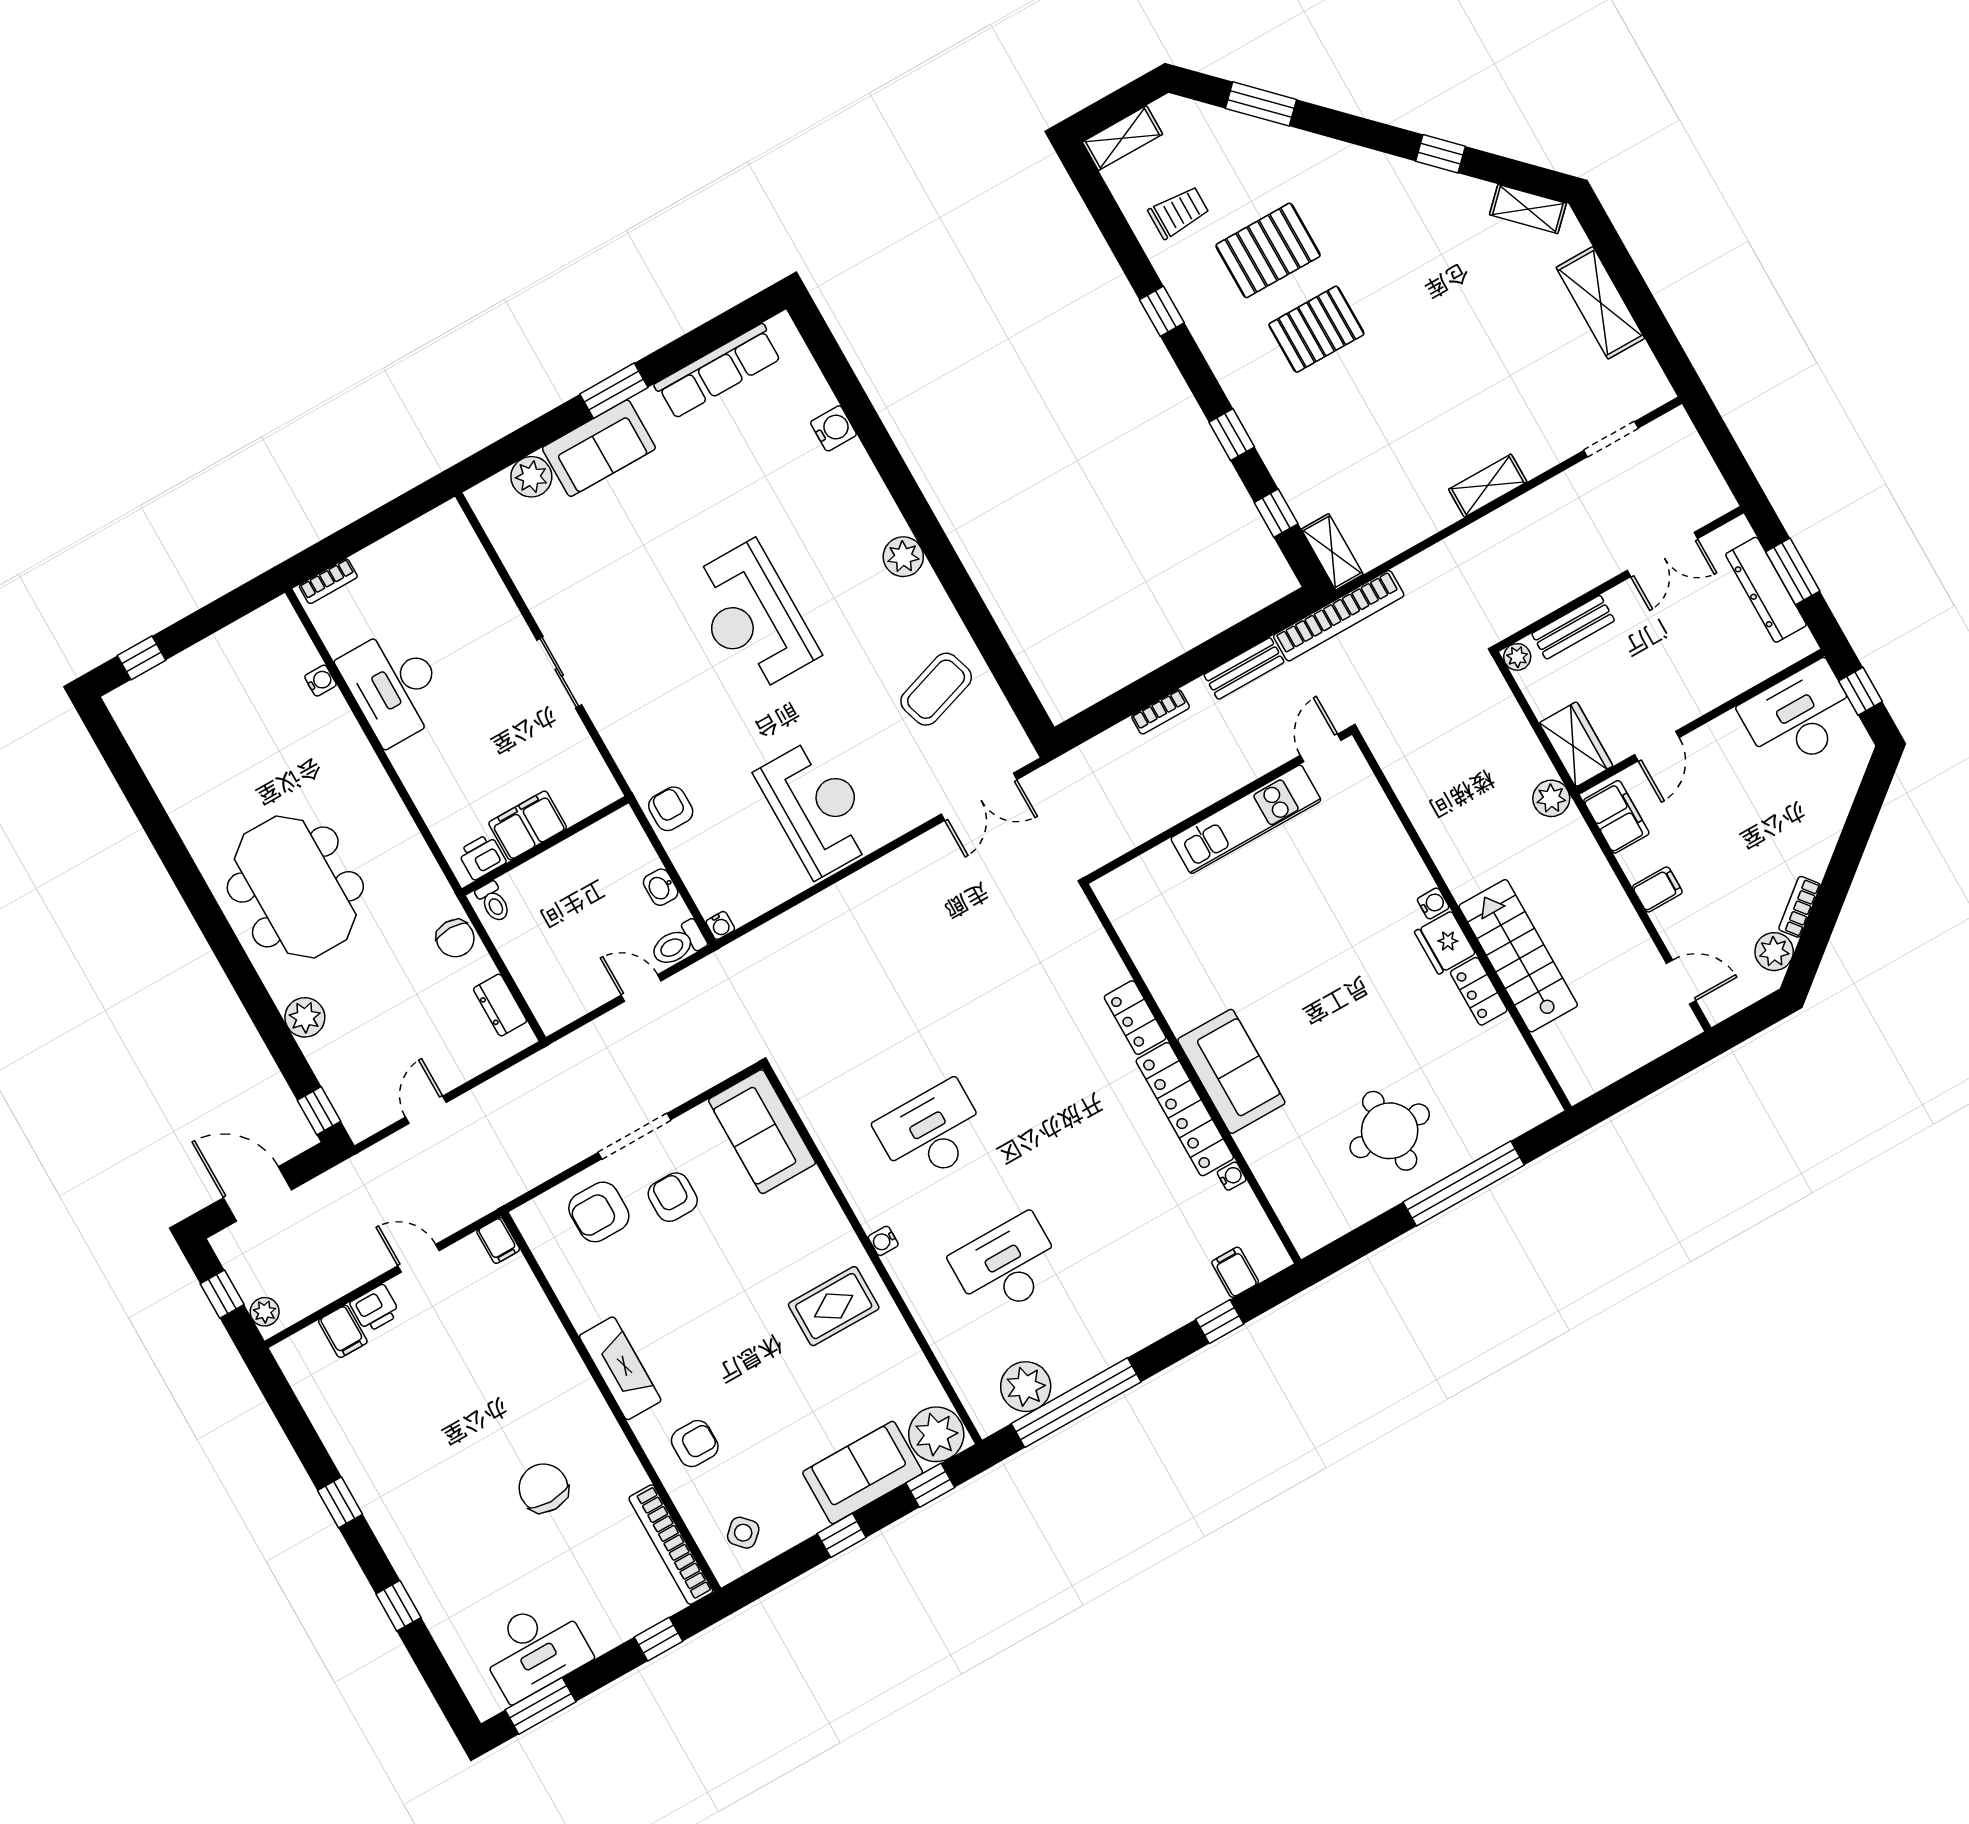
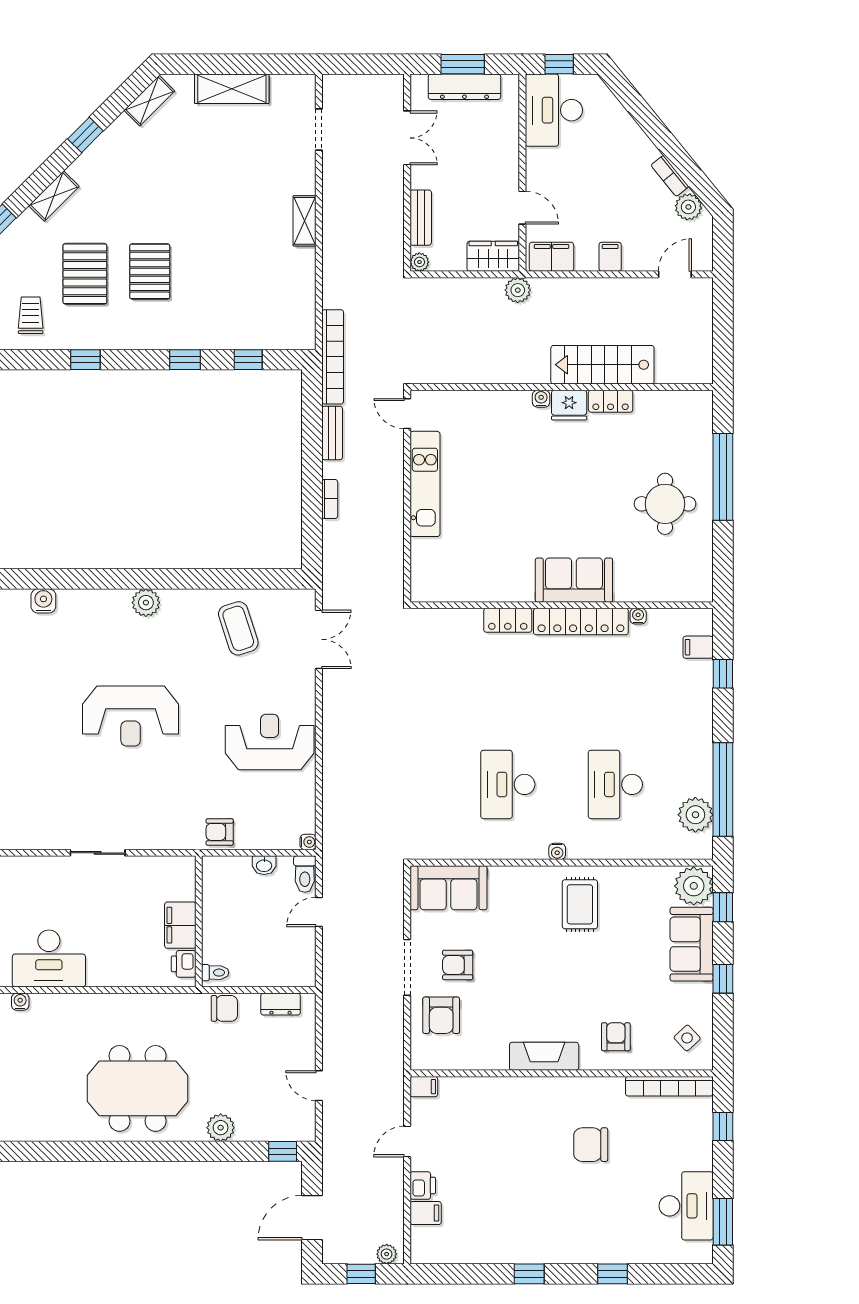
shelving: (1332, 552) -> (54, 196), moved, turned -45

